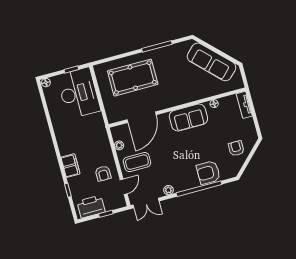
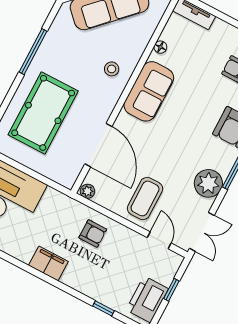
stool: (183, 90) -> (112, 69), added
plant: (119, 145) -> (87, 191), moved
filing cabinet: (70, 166) -> (48, 263), moved
armchair: (103, 173) -> (93, 233), moved
plant: (168, 190) -> (208, 183), width x1.88, depth x1.88

